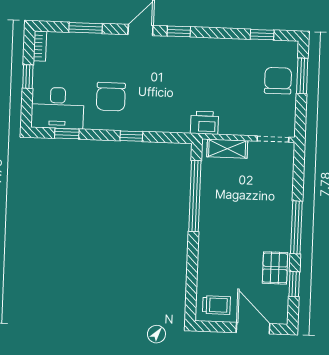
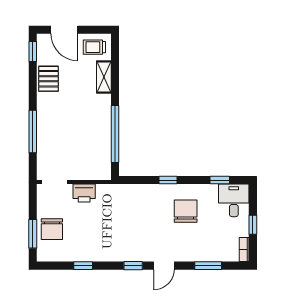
window: (262, 35) -> (83, 266), moved
desk: (57, 108) -> (234, 200), width x0.73
printer: (204, 123) -> (84, 193), moved
shelving: (227, 149) -> (104, 77), moved, turned 90
window: (296, 227) -> (33, 131), moved
window: (294, 284) -> (33, 52), moved

